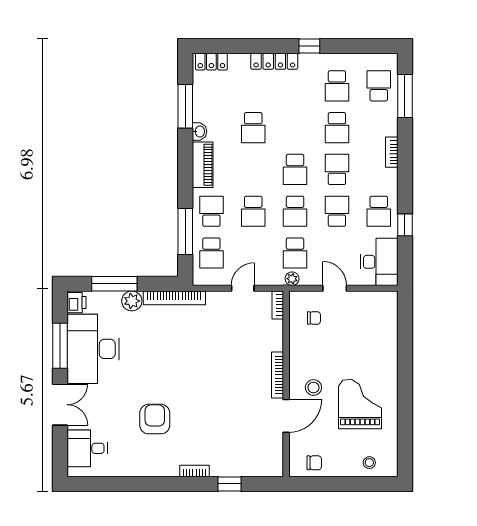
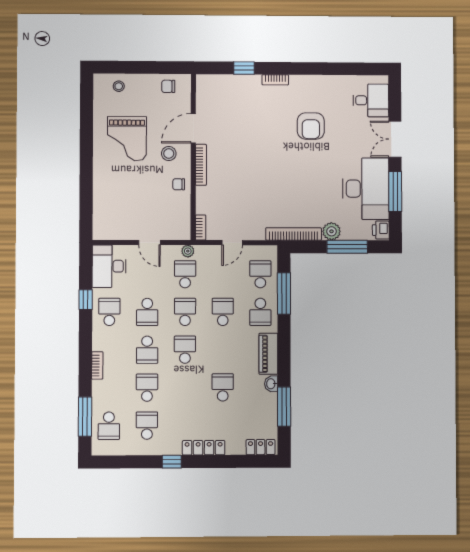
chair: (314, 318) -> (179, 184), moved

